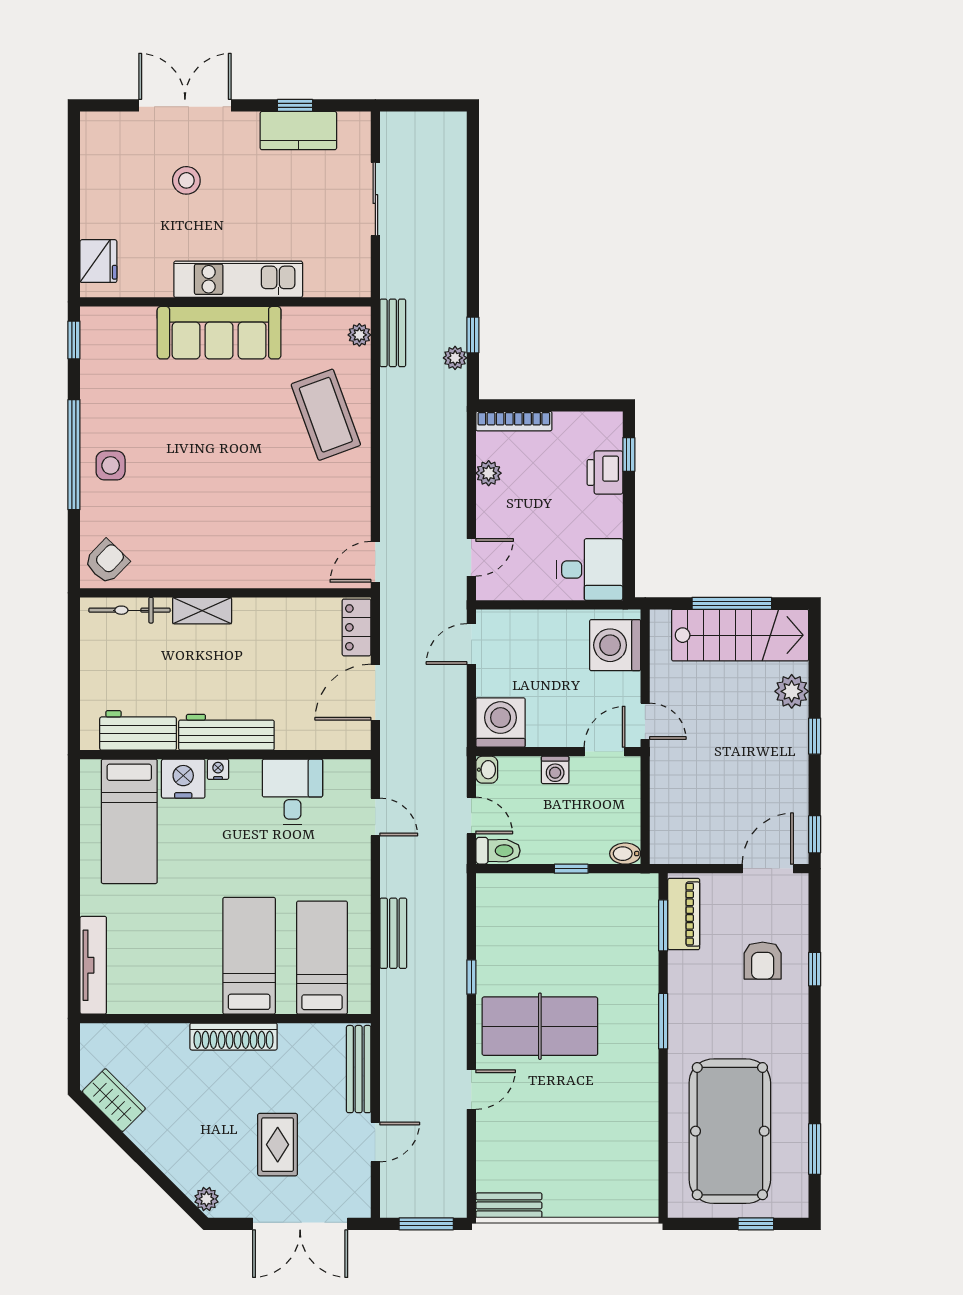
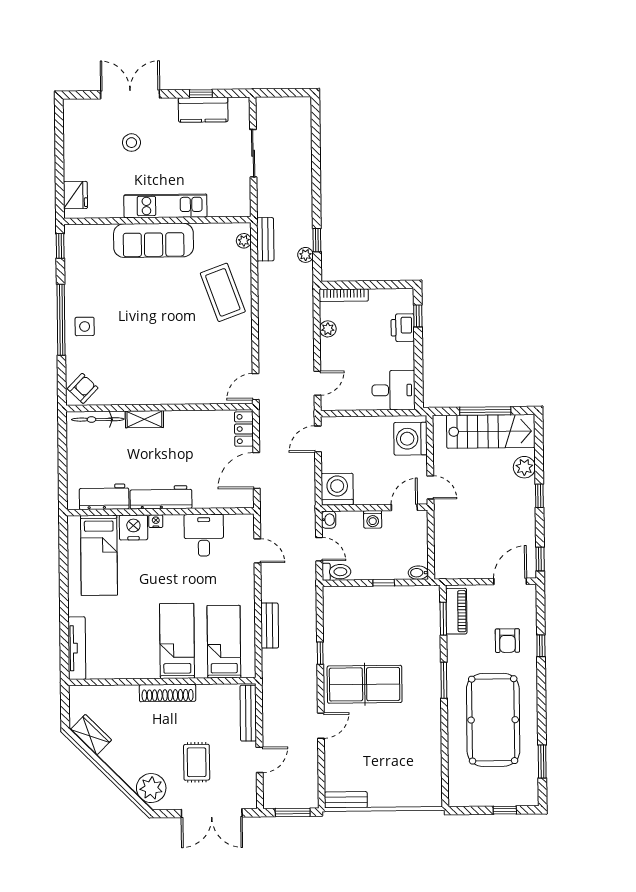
pool table: (730, 1131) -> (493, 720), moved
plant: (206, 1199) -> (151, 788), width x1.88, depth x1.88

